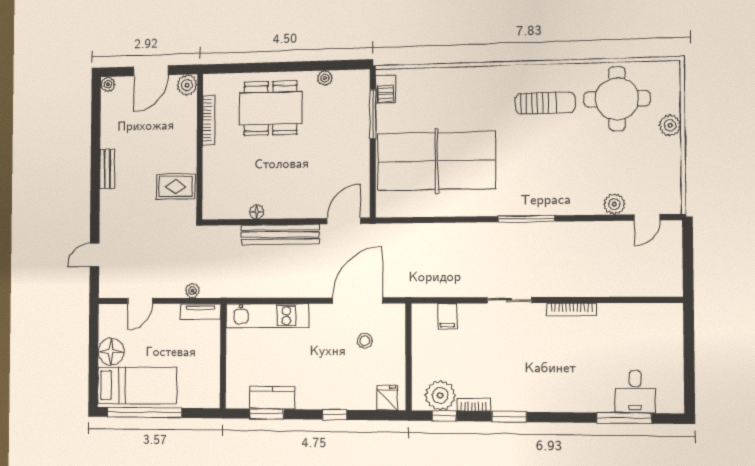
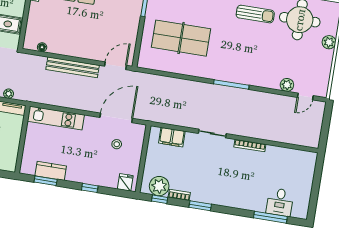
table tennis table: (436, 161) -> (181, 38), width x0.73, depth x0.76
floor lamp: (257, 212) -> (42, 47), moved
filing cabinet: (447, 316) -> (172, 137), width x2.00

